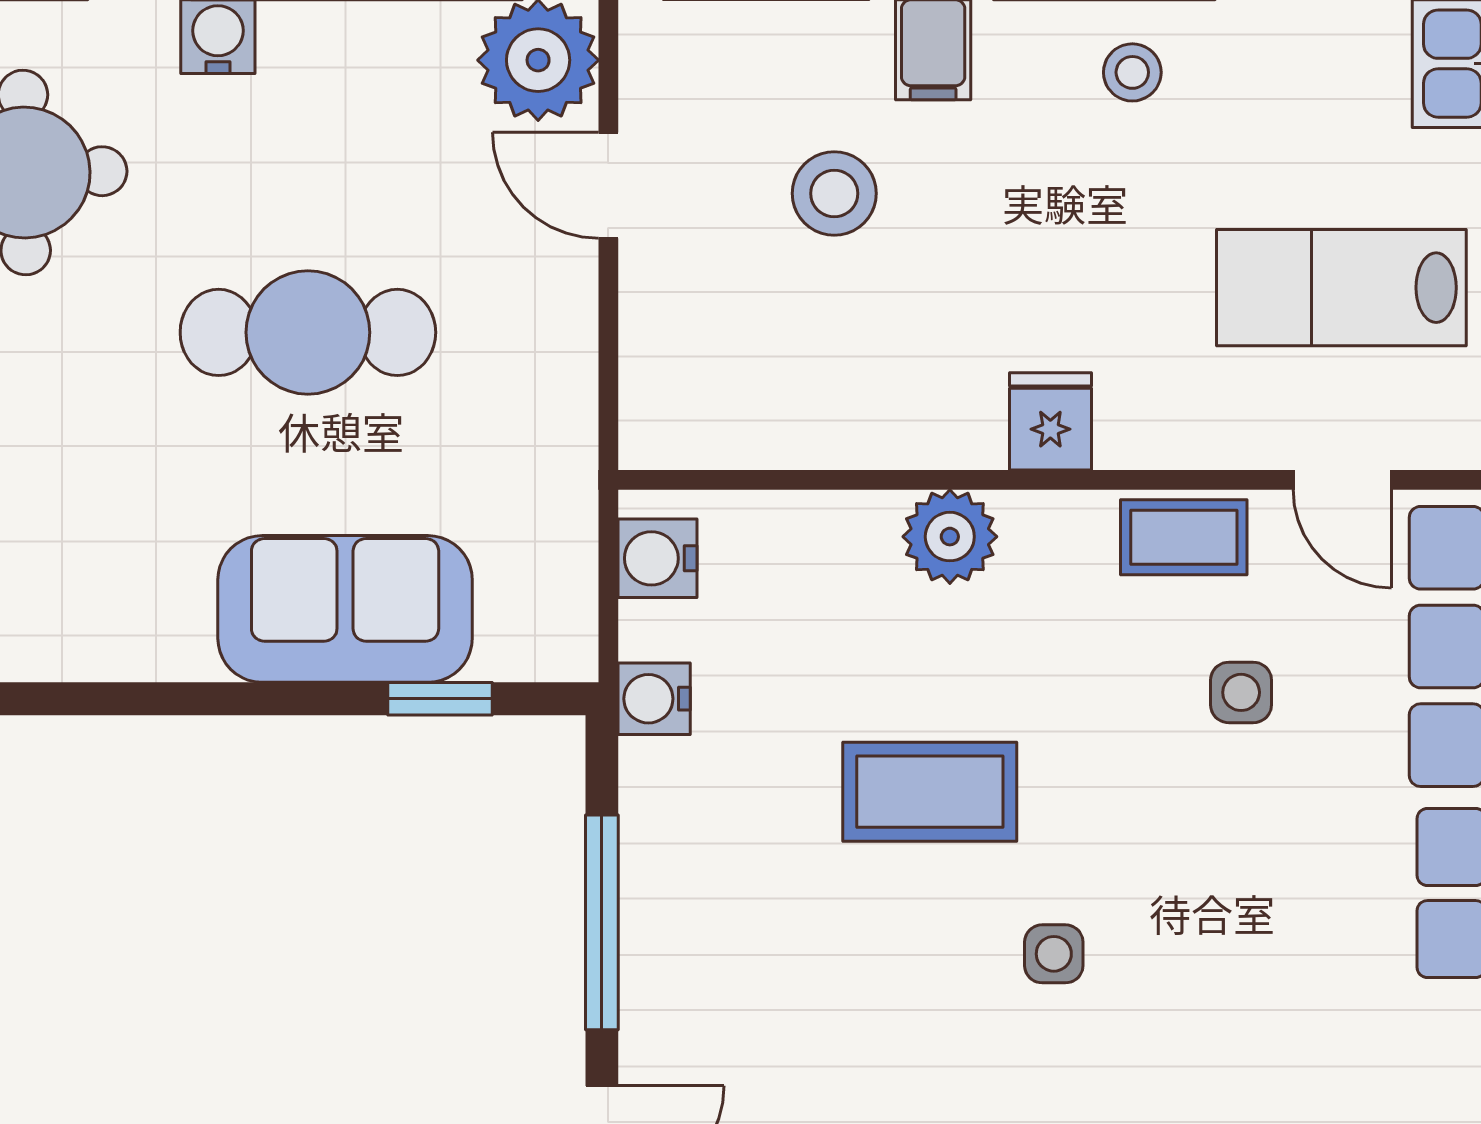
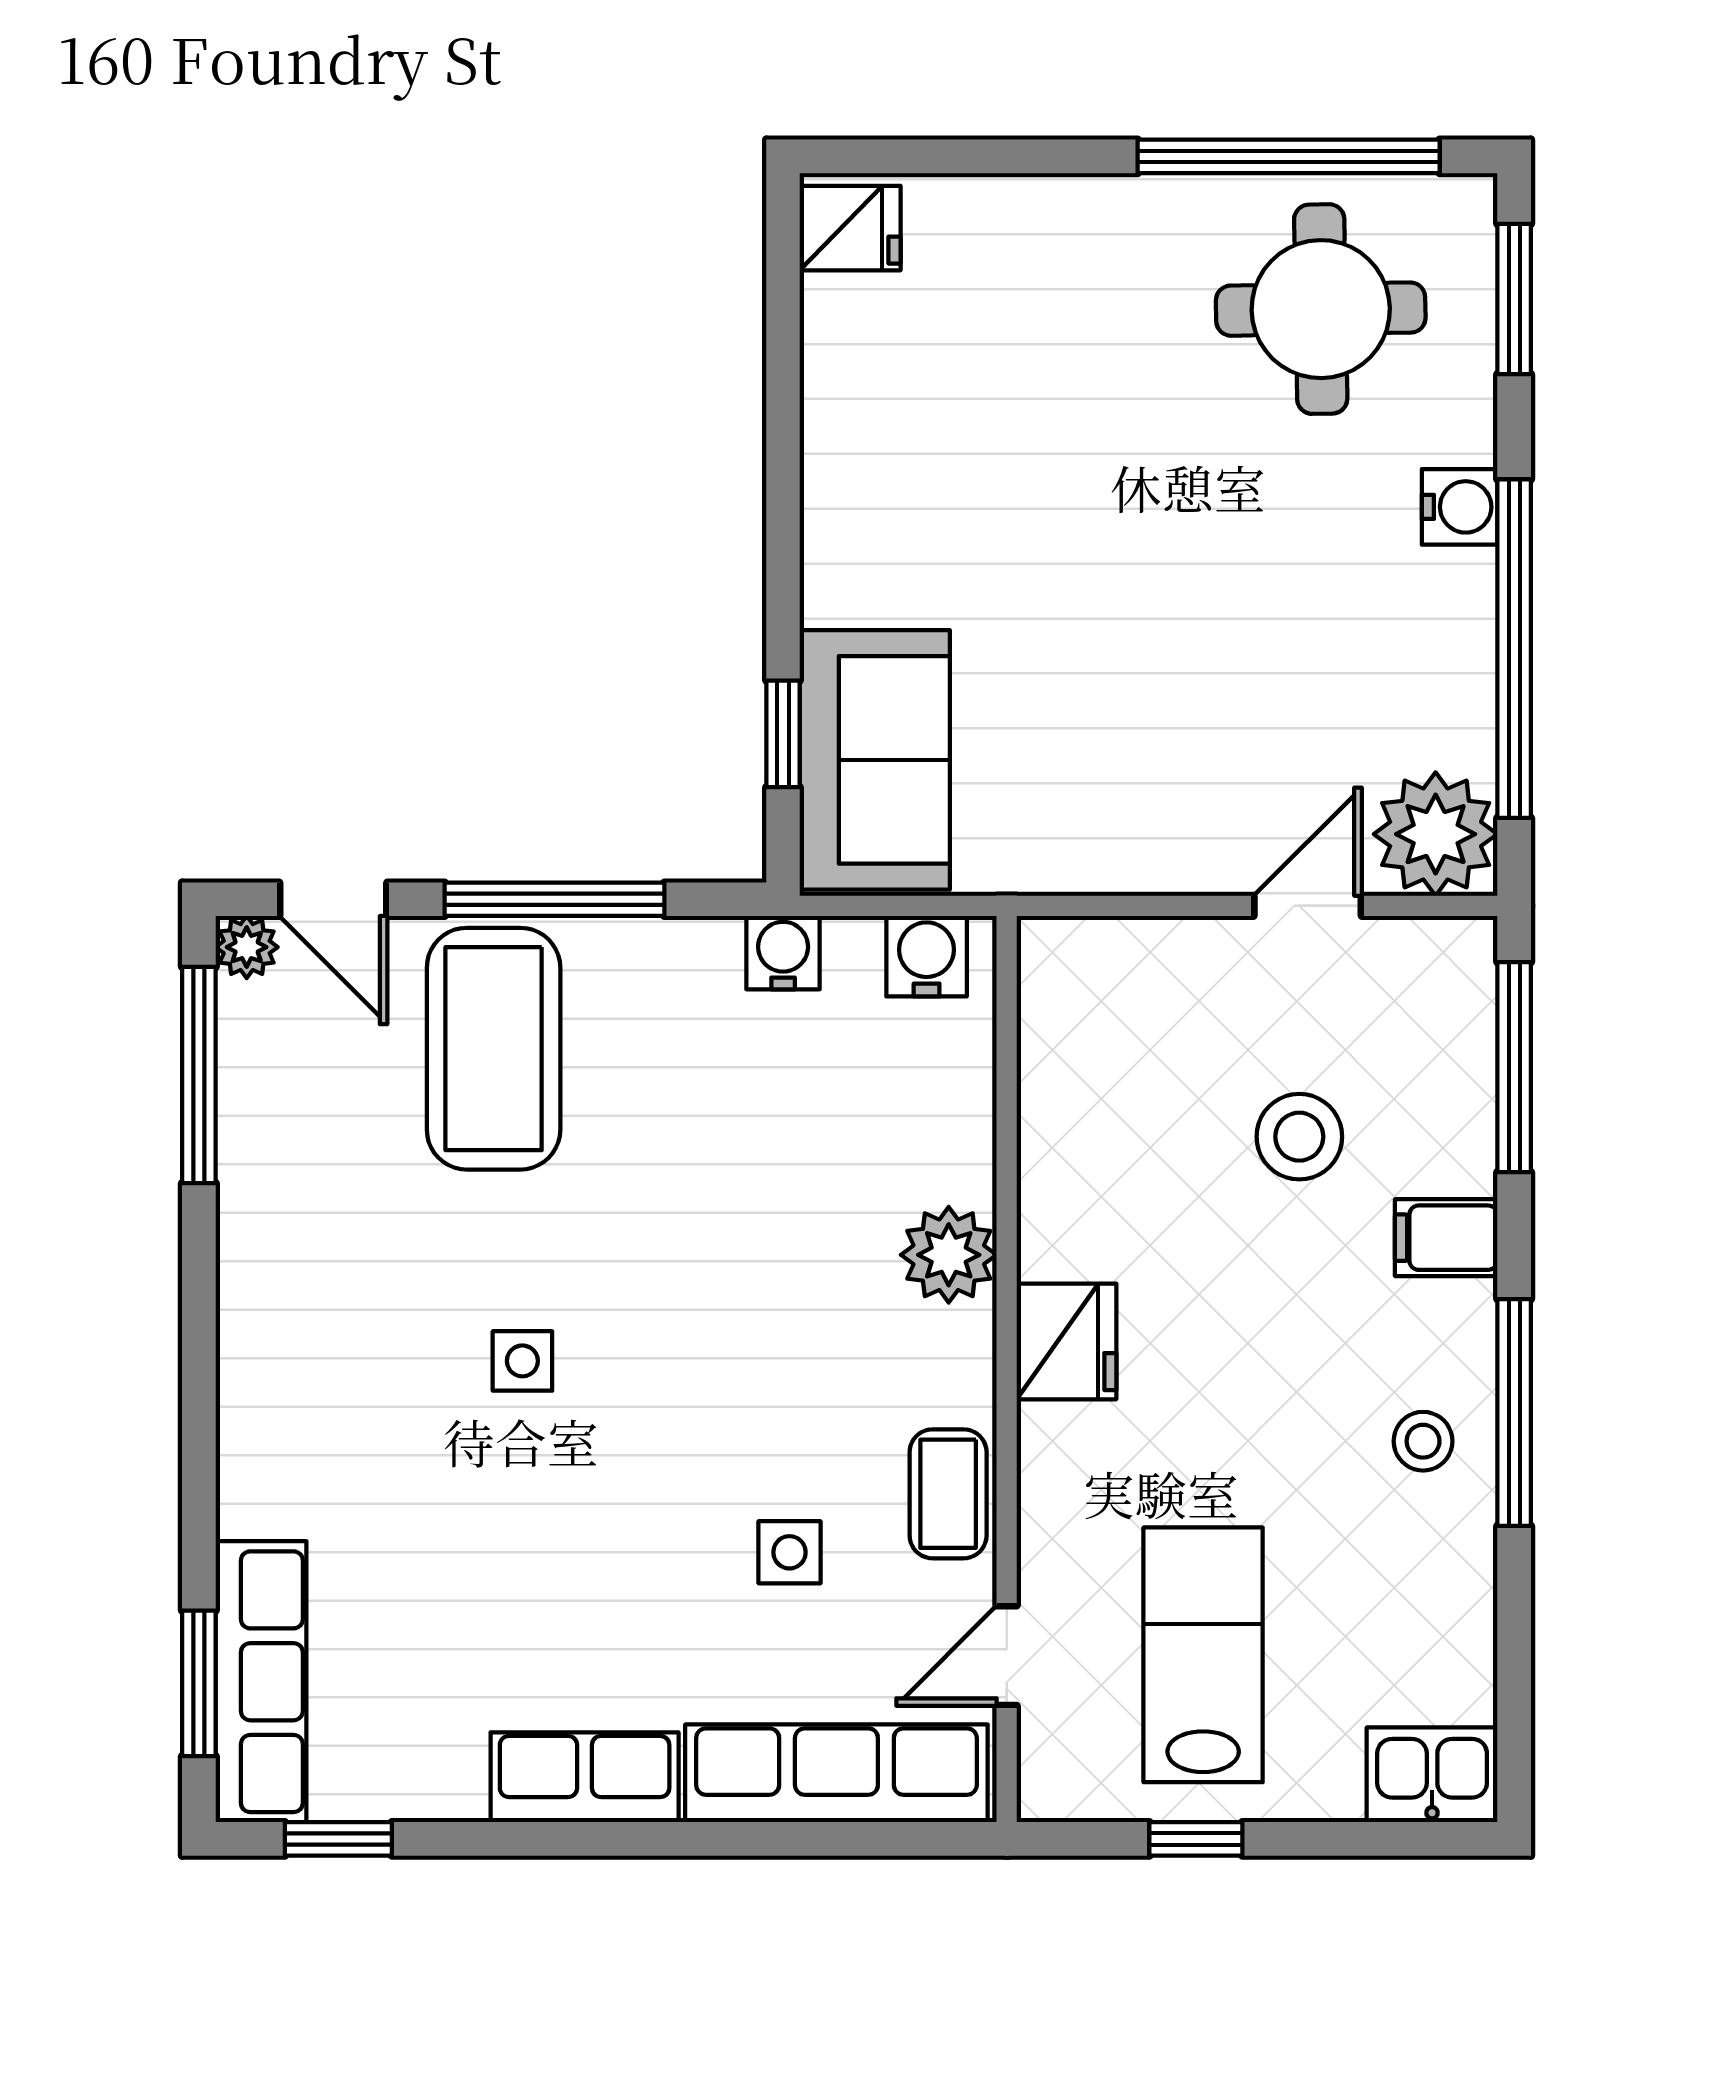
cafe table: (308, 332) -> (1157, 599), removed
fridge: (1050, 421) -> (1067, 1341), width x1.38
sofa: (345, 609) -> (875, 760), moved
coffee table: (930, 792) -> (494, 1049), moved, width x1.36, depth x1.32

